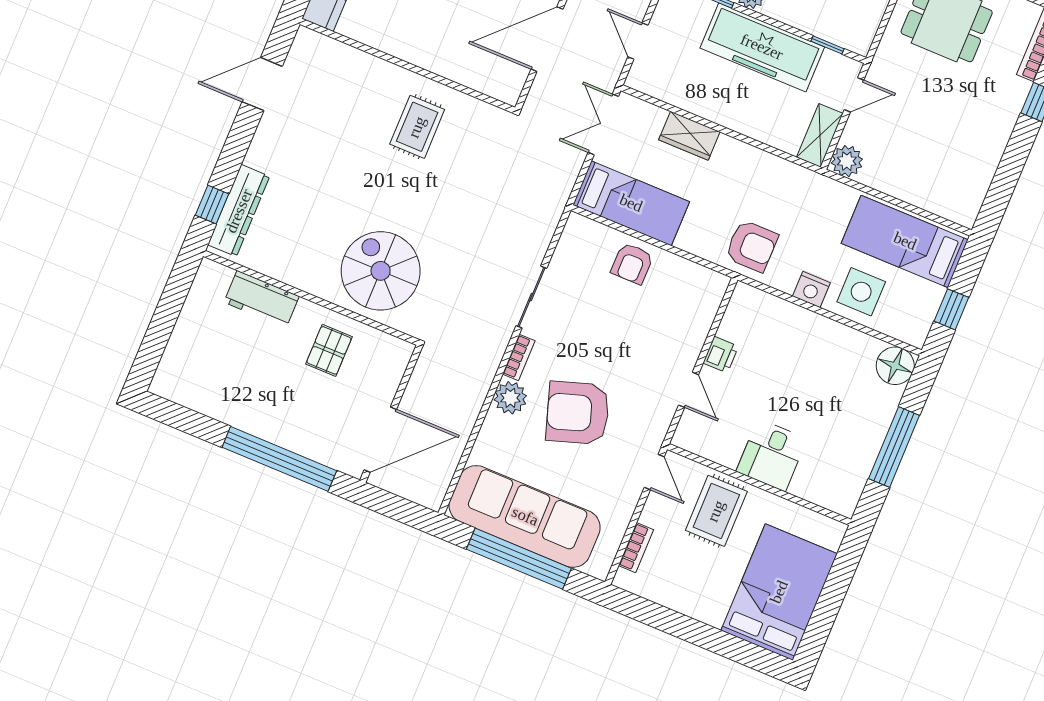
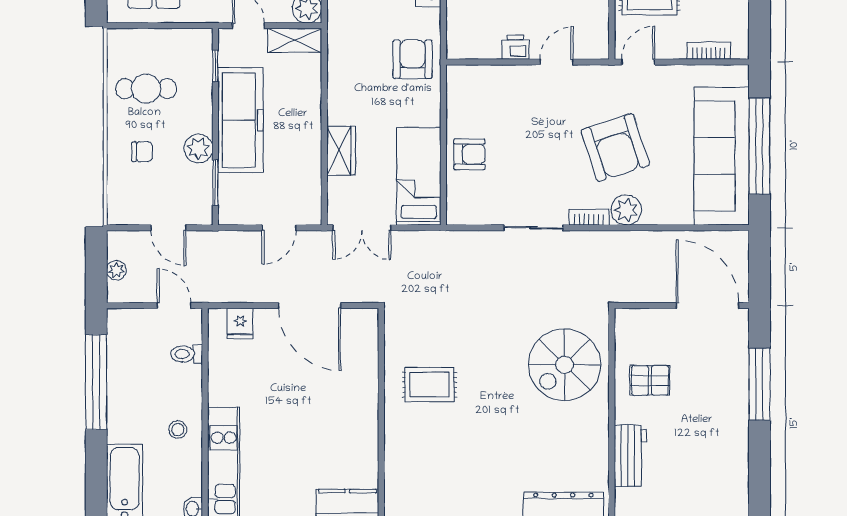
window: (279, 459) -> (759, 384), width x0.68

